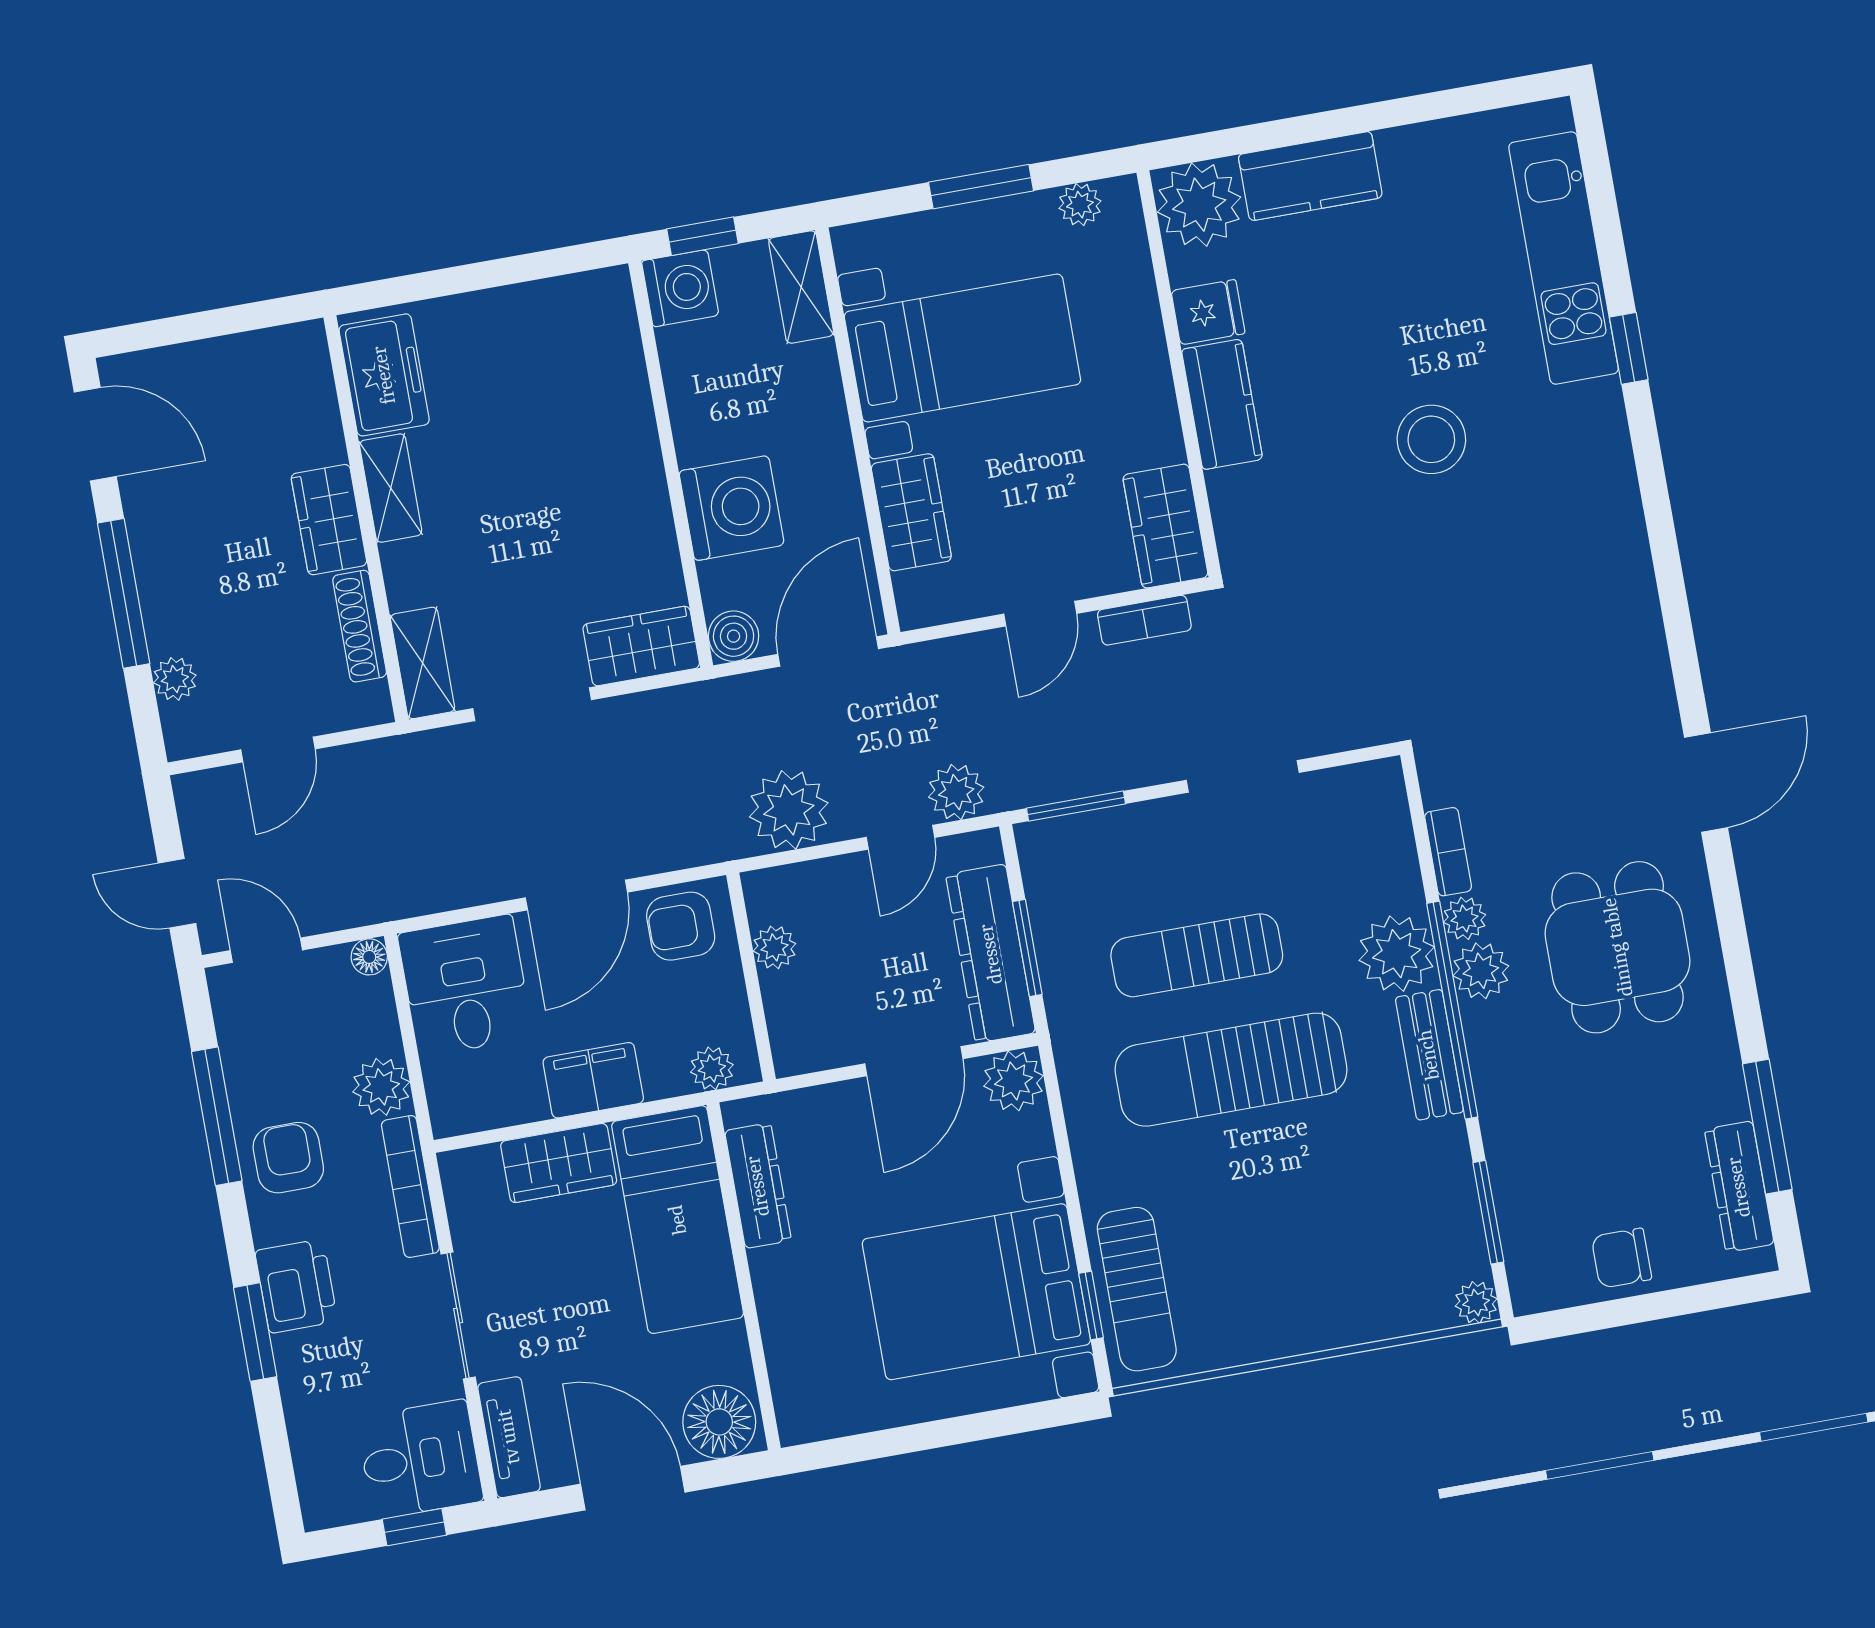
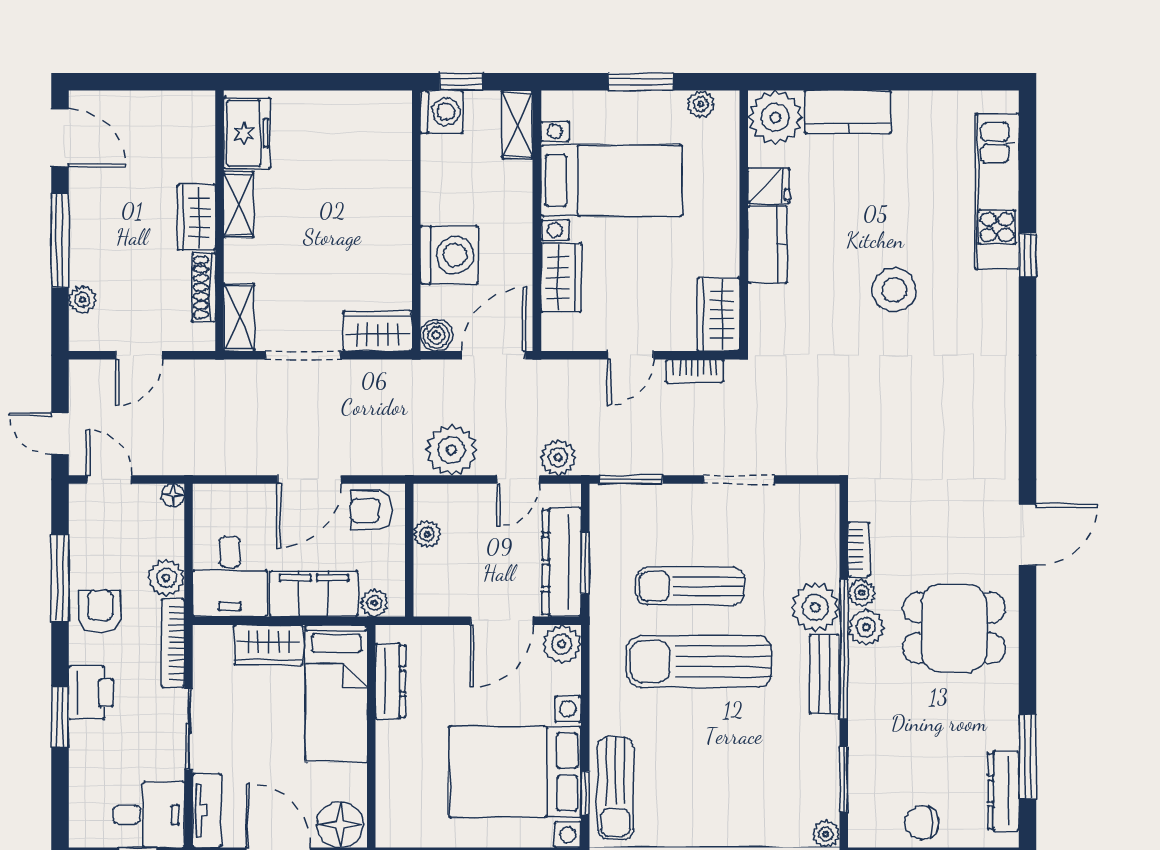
dining table: (1618, 947) -> (954, 628), turned 90
desk: (465, 985) -> (230, 577), moved, turned 180
filing cabinet: (593, 1080) -> (314, 594), width x1.50, depth x1.17

